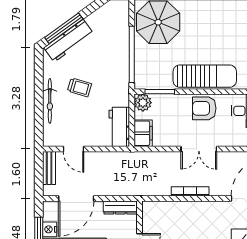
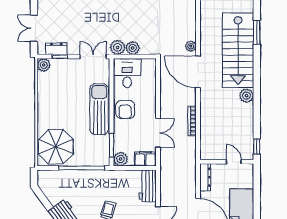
workbench: (119, 127) -> (148, 186), moved, turned 90
double door: (199, 149) -> (158, 133), moved

